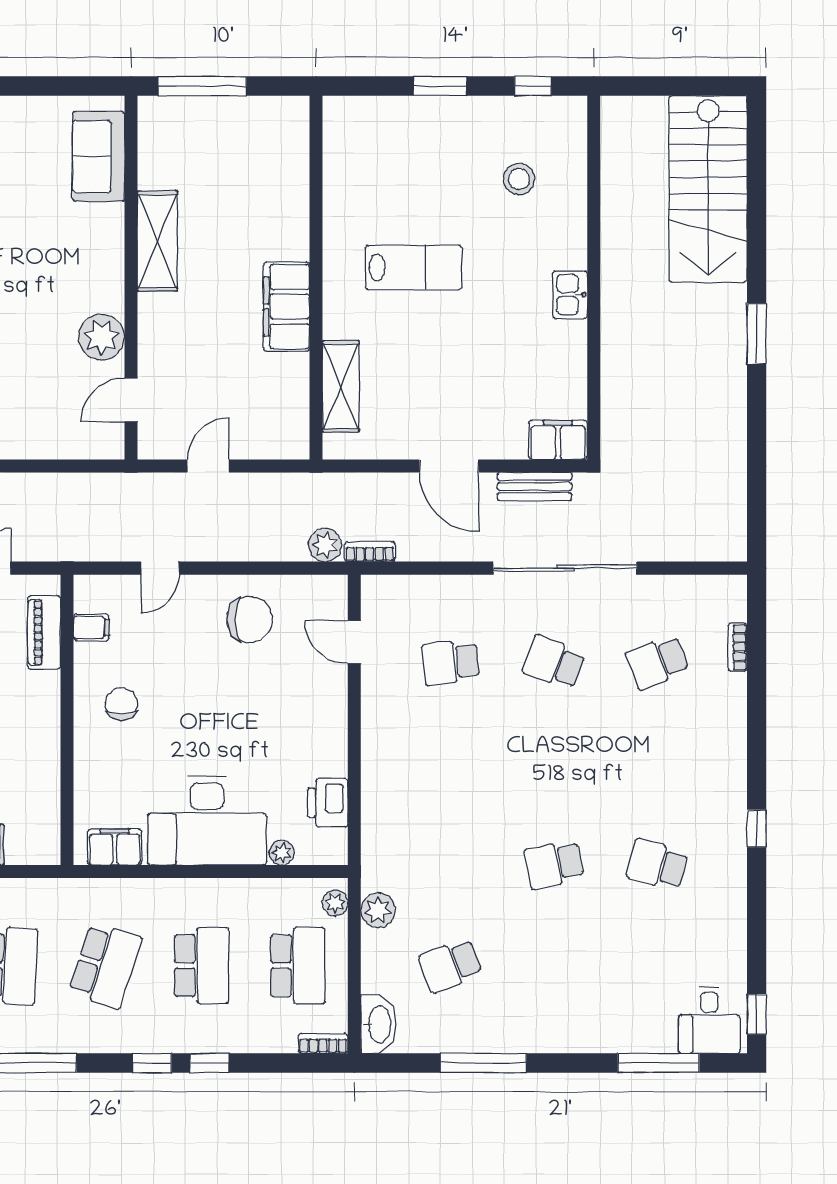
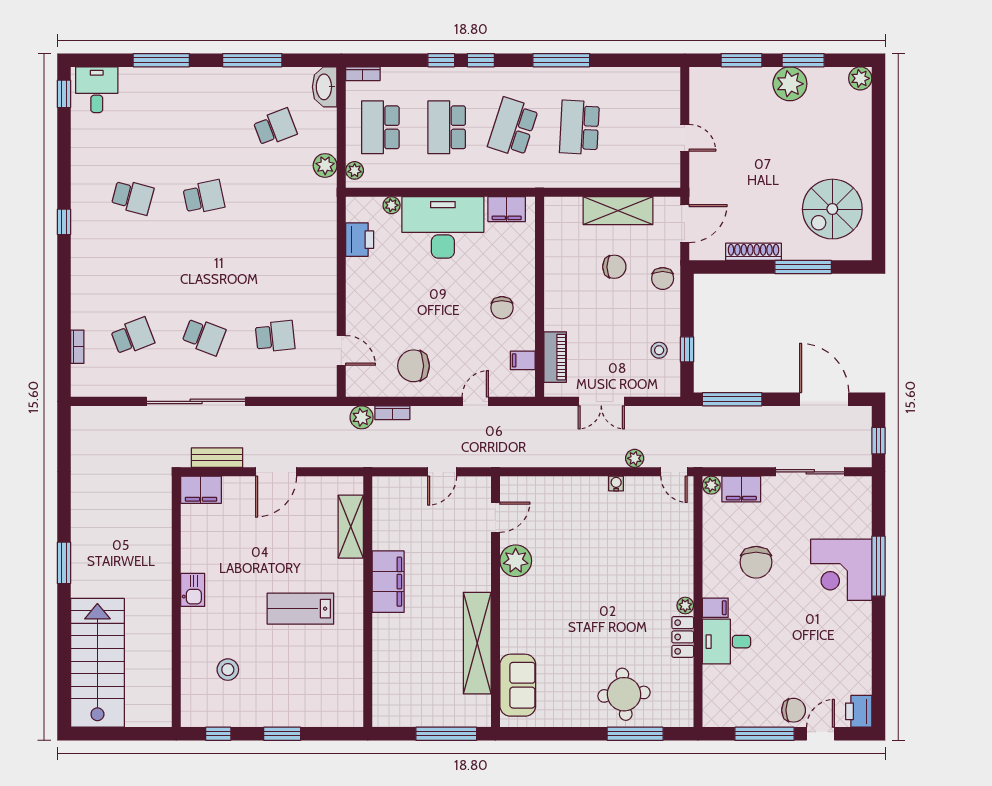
shelving: (157, 241) -> (477, 643), width x1.47
door: (449, 466) -> (276, 472), swing flipped
bookcase: (370, 552) -> (392, 413), moved
window: (659, 1063) -> (161, 60), moved

